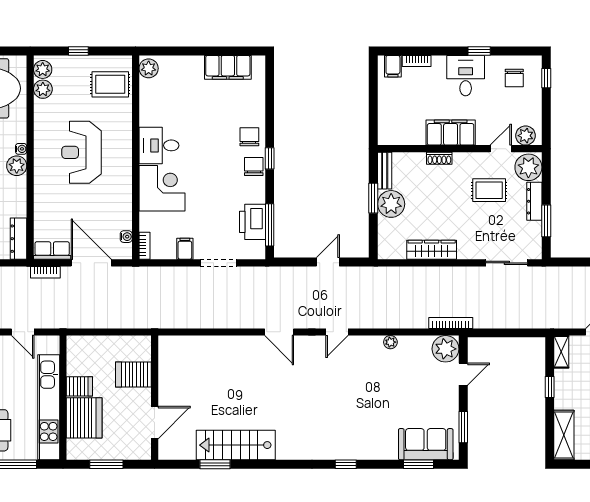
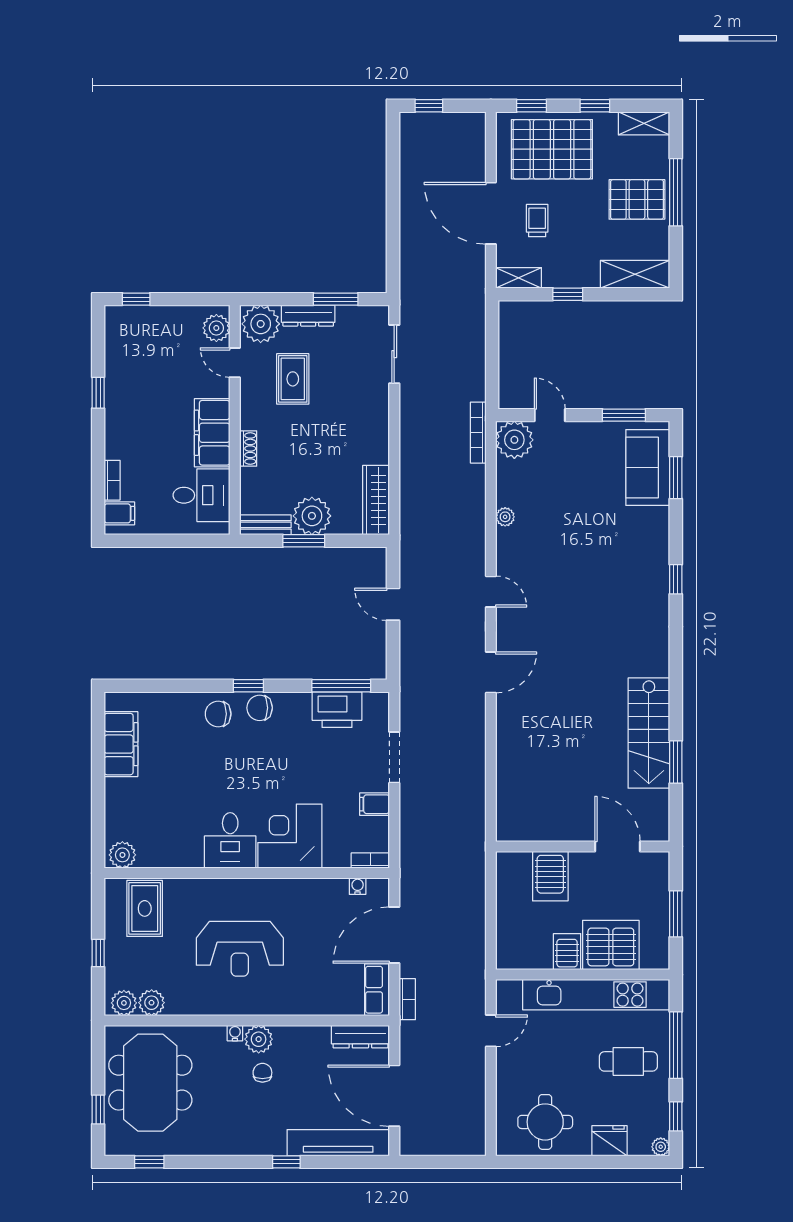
desk: (466, 76) -> (201, 495), moved, turned 180
chair: (514, 78) -> (136, 344), removed
wardrobe: (432, 250) -> (376, 500), moved

